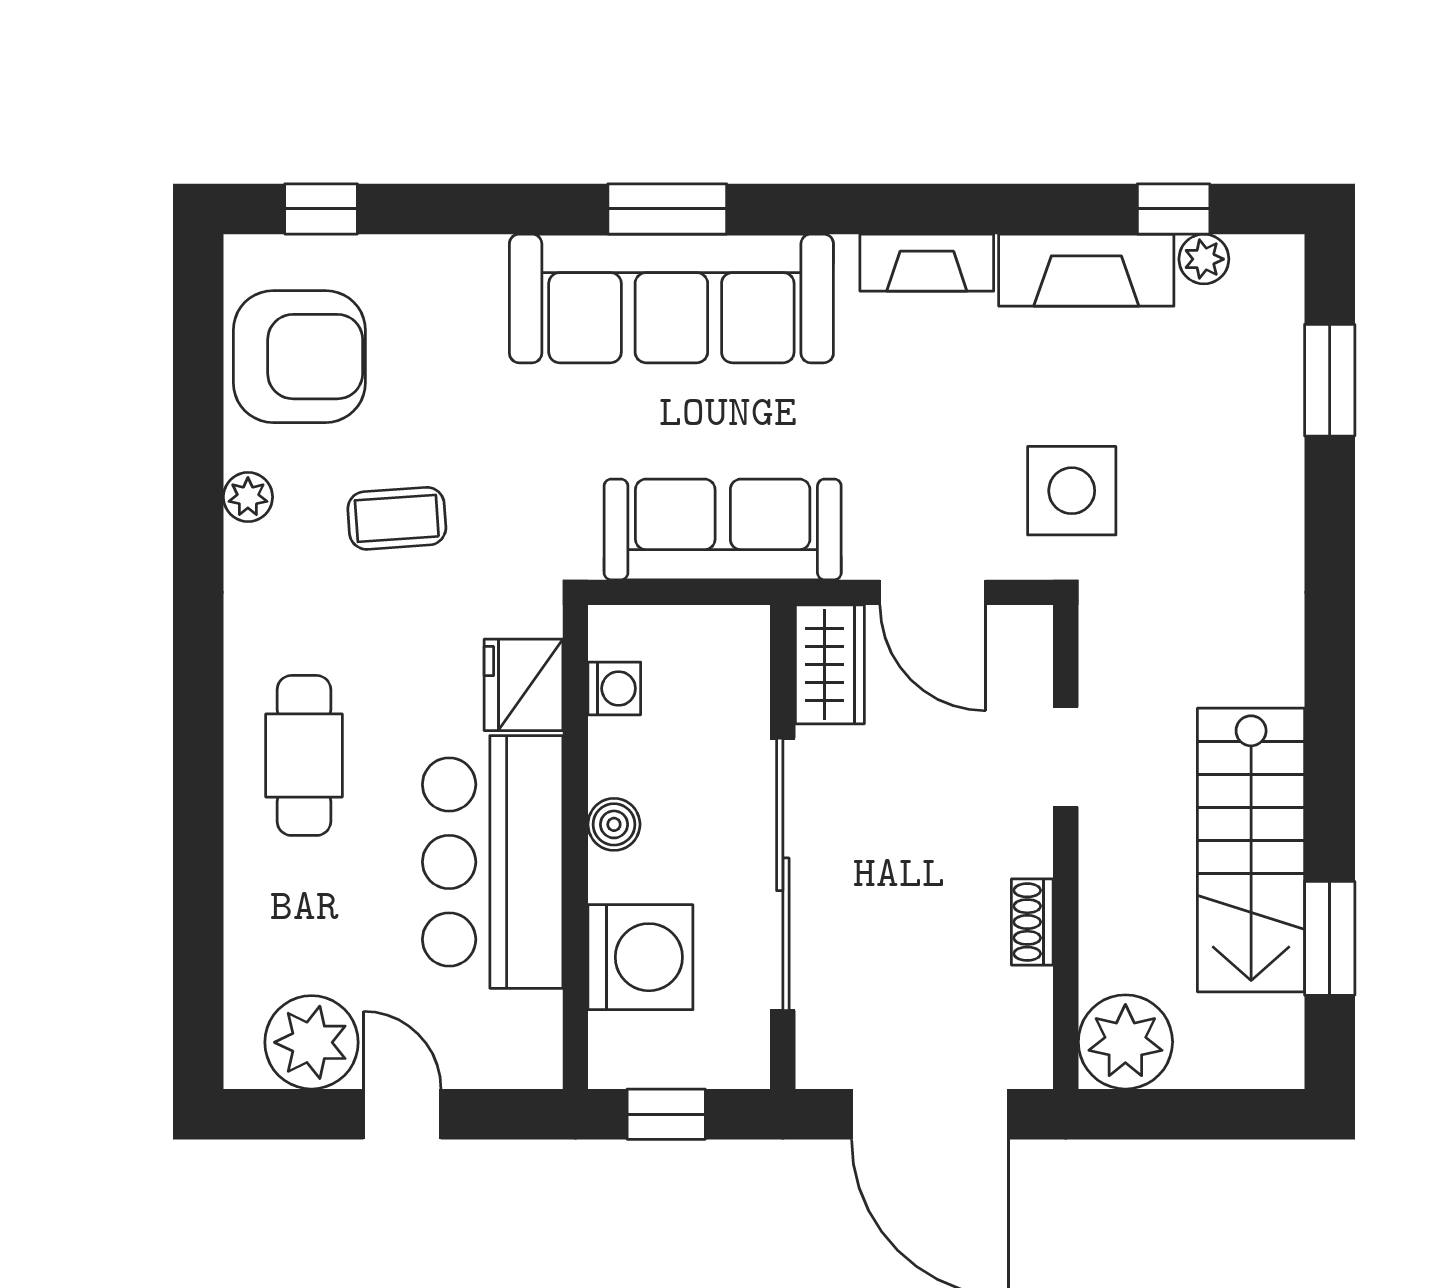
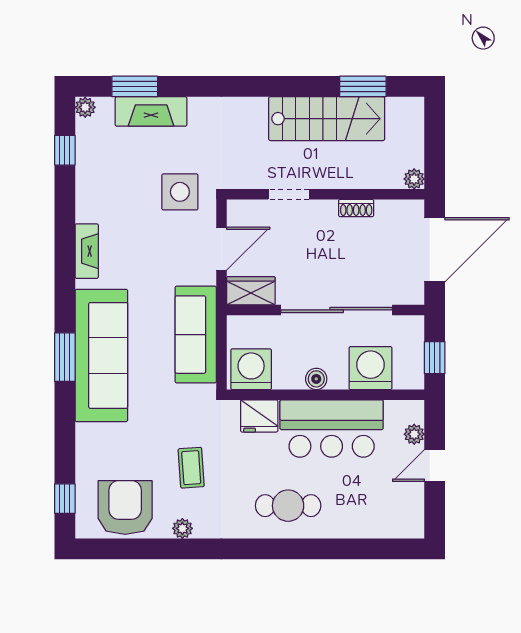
plant: (1204, 259) -> (85, 107), moved
fireplace: (1086, 270) -> (151, 111), moved, turned 90
washing machine: (614, 688) -> (251, 369), width x1.89, depth x1.89
plant: (312, 1042) -> (414, 434), moved, width x0.53, depth x0.53
plant: (1125, 1042) -> (414, 179), width x0.53, depth x0.53

